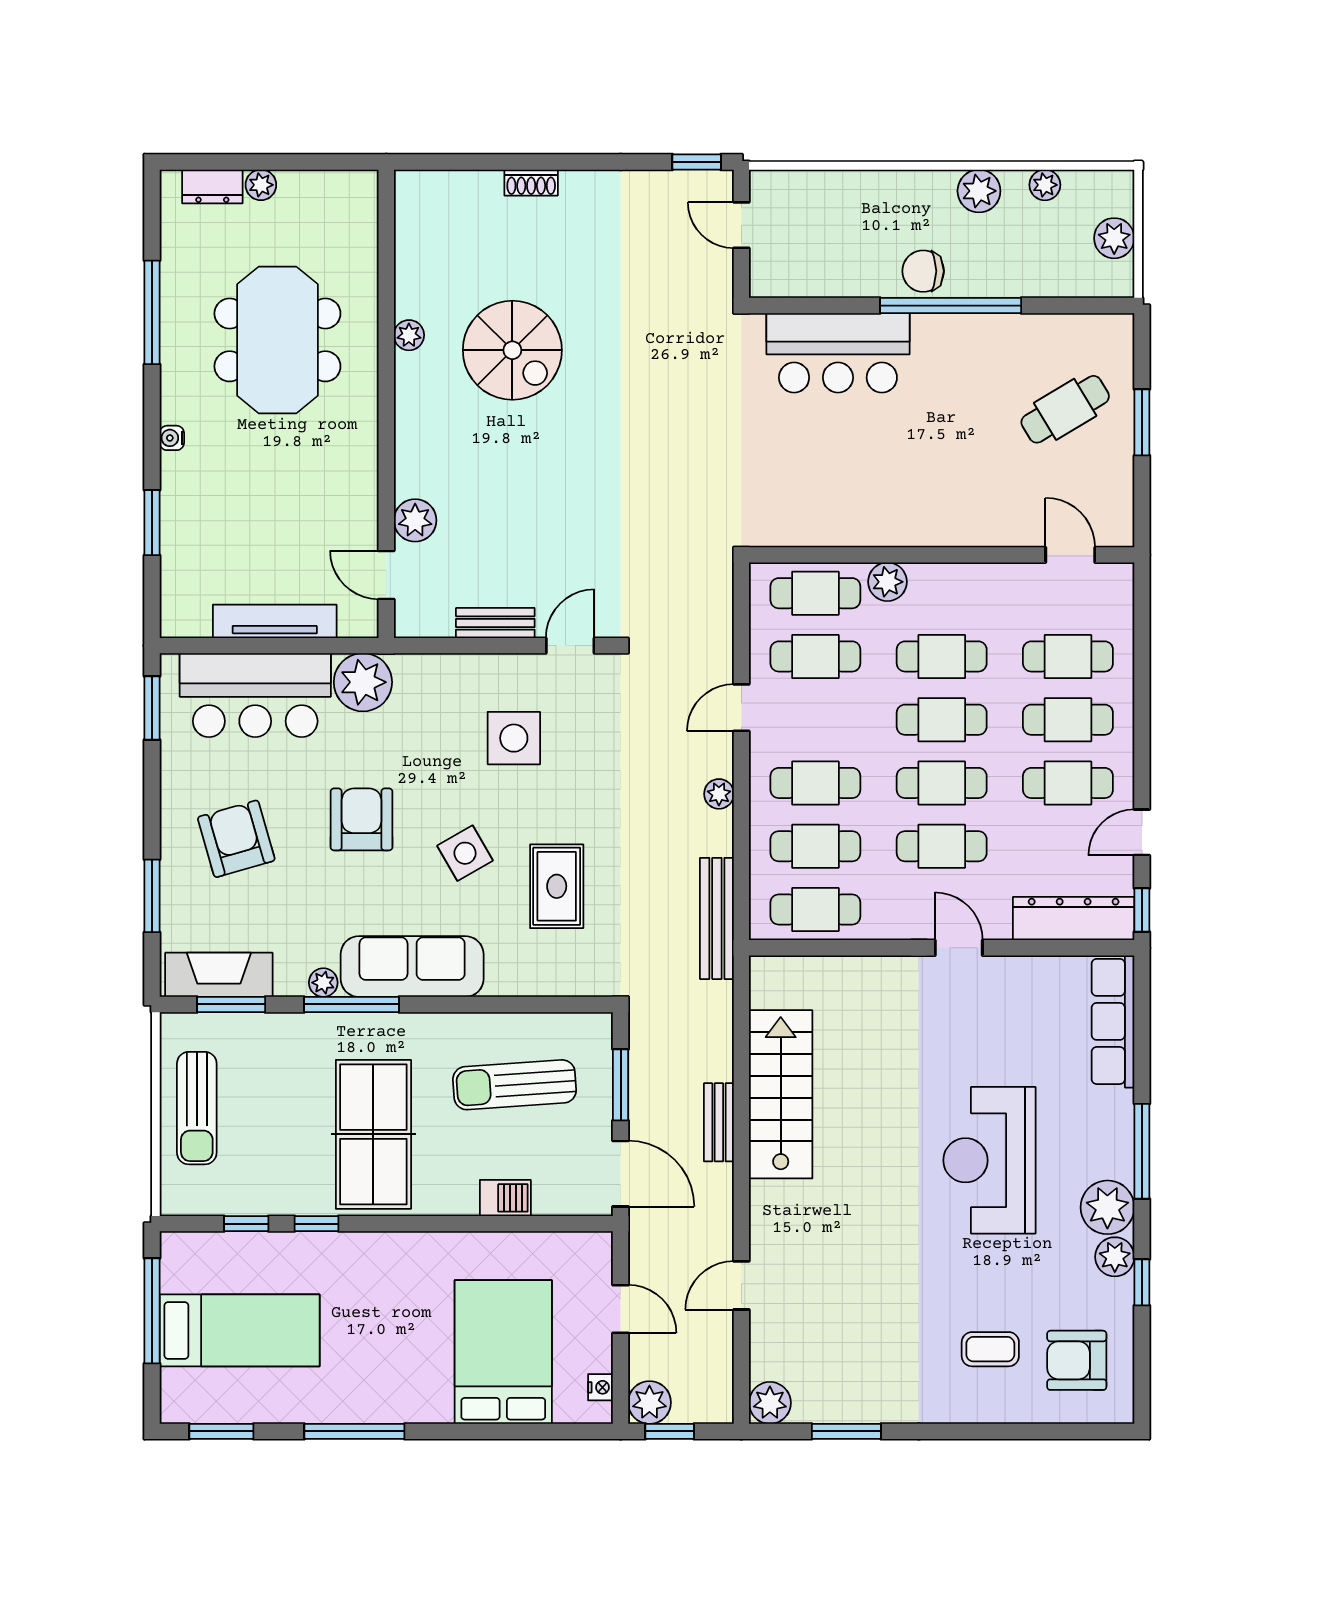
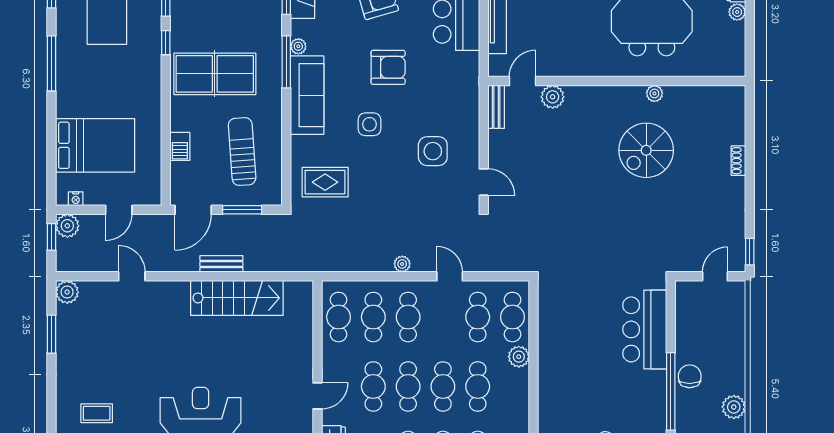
bench: (495, 623) -> (496, 107), moved
plant: (363, 682) -> (464, 68), removed
side table: (465, 853) -> (369, 124), turned 30
rug: (557, 886) -> (325, 182), moved
bench: (717, 918) -> (334, 263), removed
coffee table: (990, 1349) -> (97, 413), turned 90

